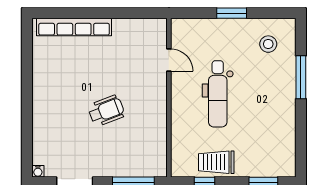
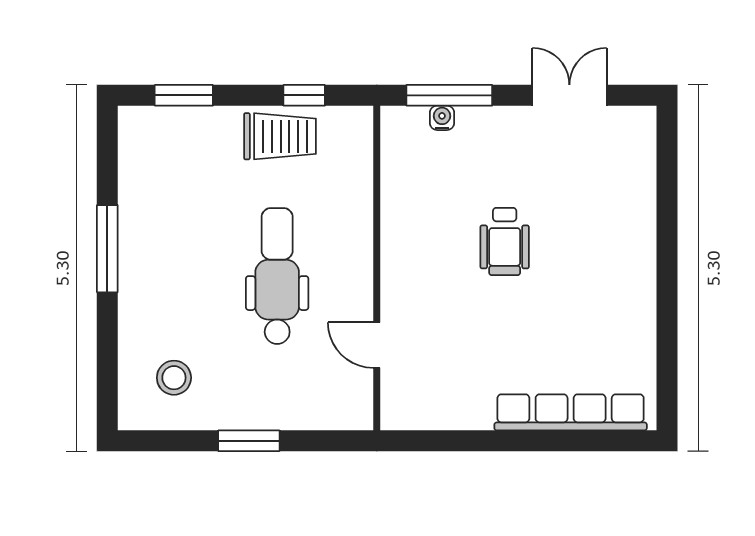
window: (301, 77) -> (107, 249), moved
wheelchair: (106, 111) -> (505, 242), turned -69
water cooler: (38, 171) -> (442, 118), moved

